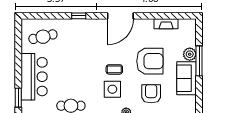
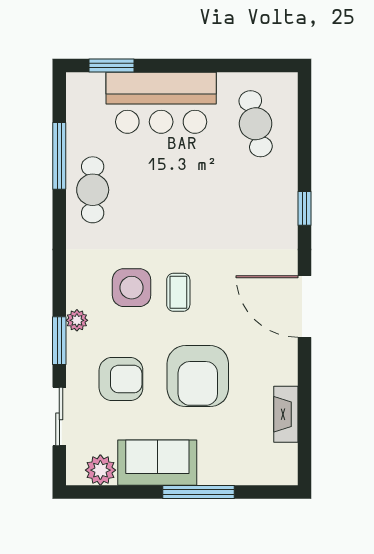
plant: (190, 54) -> (100, 470), moved

